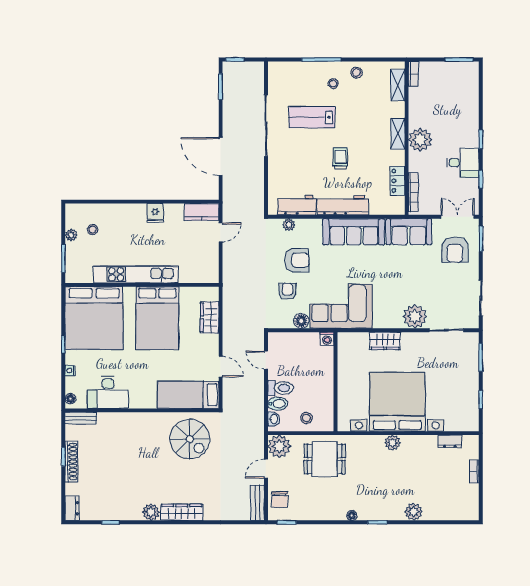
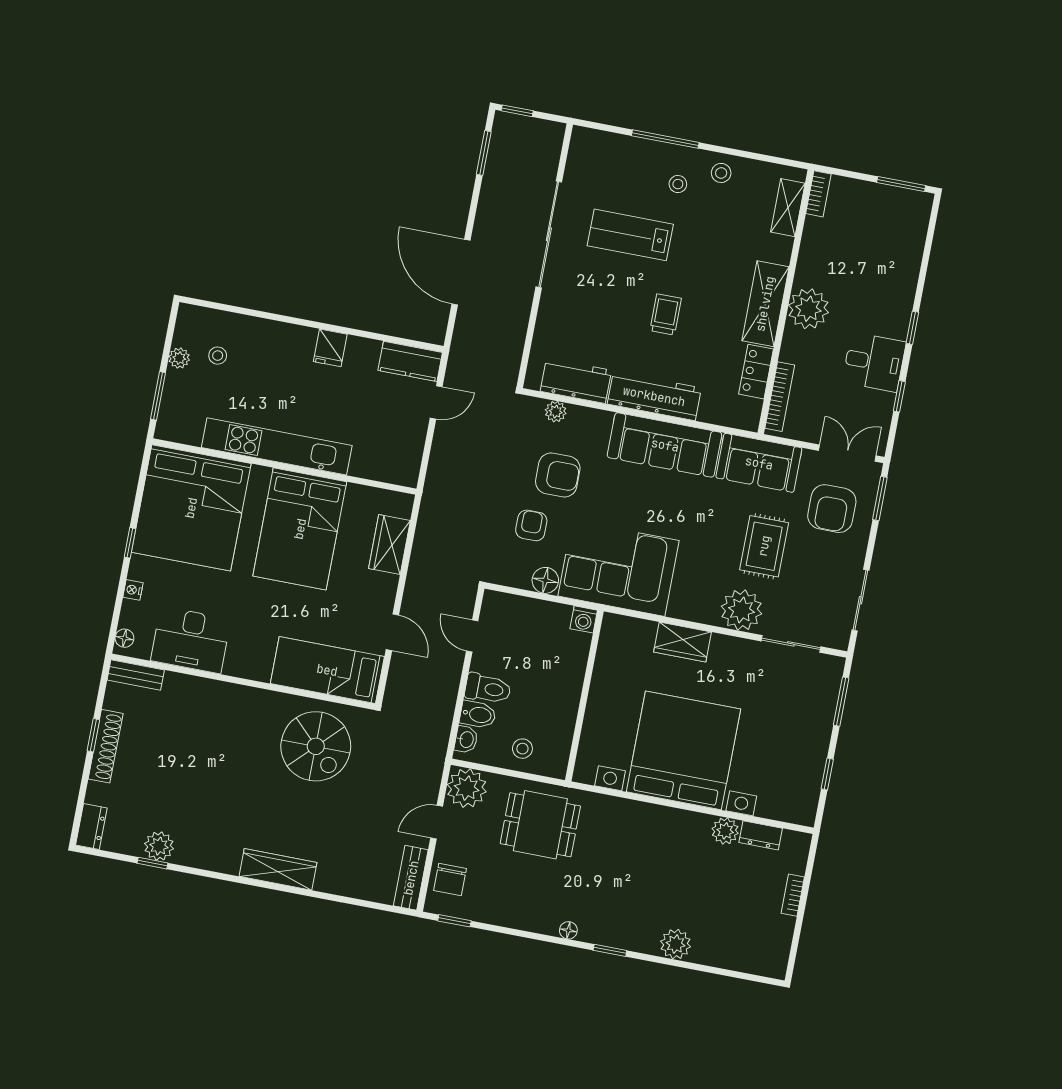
shelving: (398, 134) -> (765, 304), width x1.50, depth x1.33
rug: (421, 278) -> (764, 546), added
plant: (392, 443) -> (725, 831), moved
plant: (151, 512) -> (159, 846), moved

